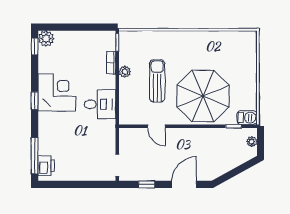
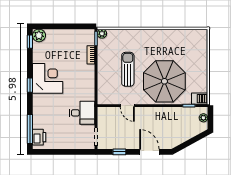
plant: (125, 72) -> (102, 34), moved
desk: (100, 104) -> (82, 113), moved
door: (184, 184) -> (149, 152), hinge flipped

